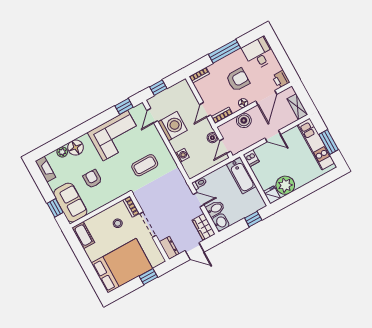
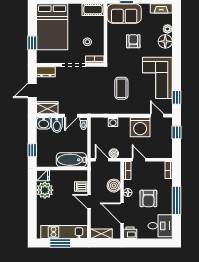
door: (273, 136) -> (89, 202), hinge flipped
dishwasher: (251, 158) -> (81, 187), moved
armchair: (93, 179) -> (133, 41), turned -90

